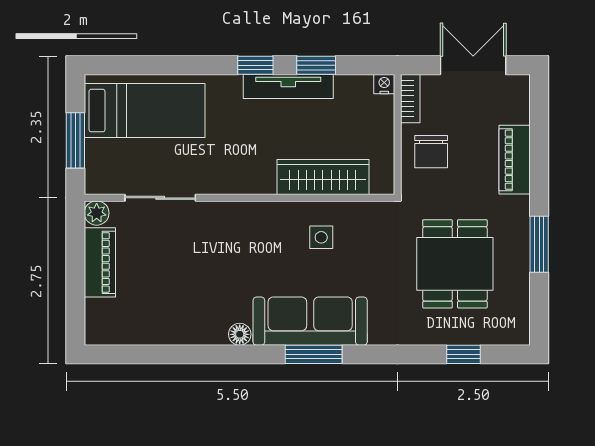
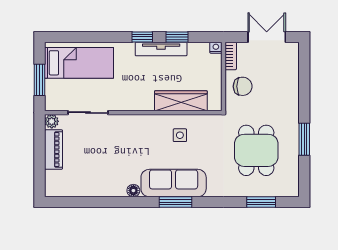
chair: (431, 152) -> (243, 86), turned -90
piano: (515, 160) -> (290, 91), removed
window: (463, 354) -> (261, 202), width x1.50

